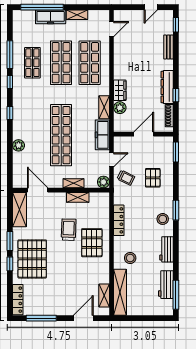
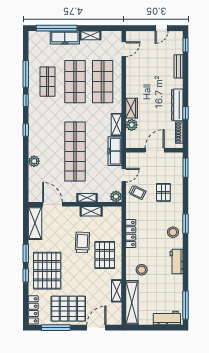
workbench: (166, 285) -> (167, 318), moved, turned 90
shelving: (104, 296) -> (117, 291), moved
pallet: (54, 298) -> (68, 309), added

